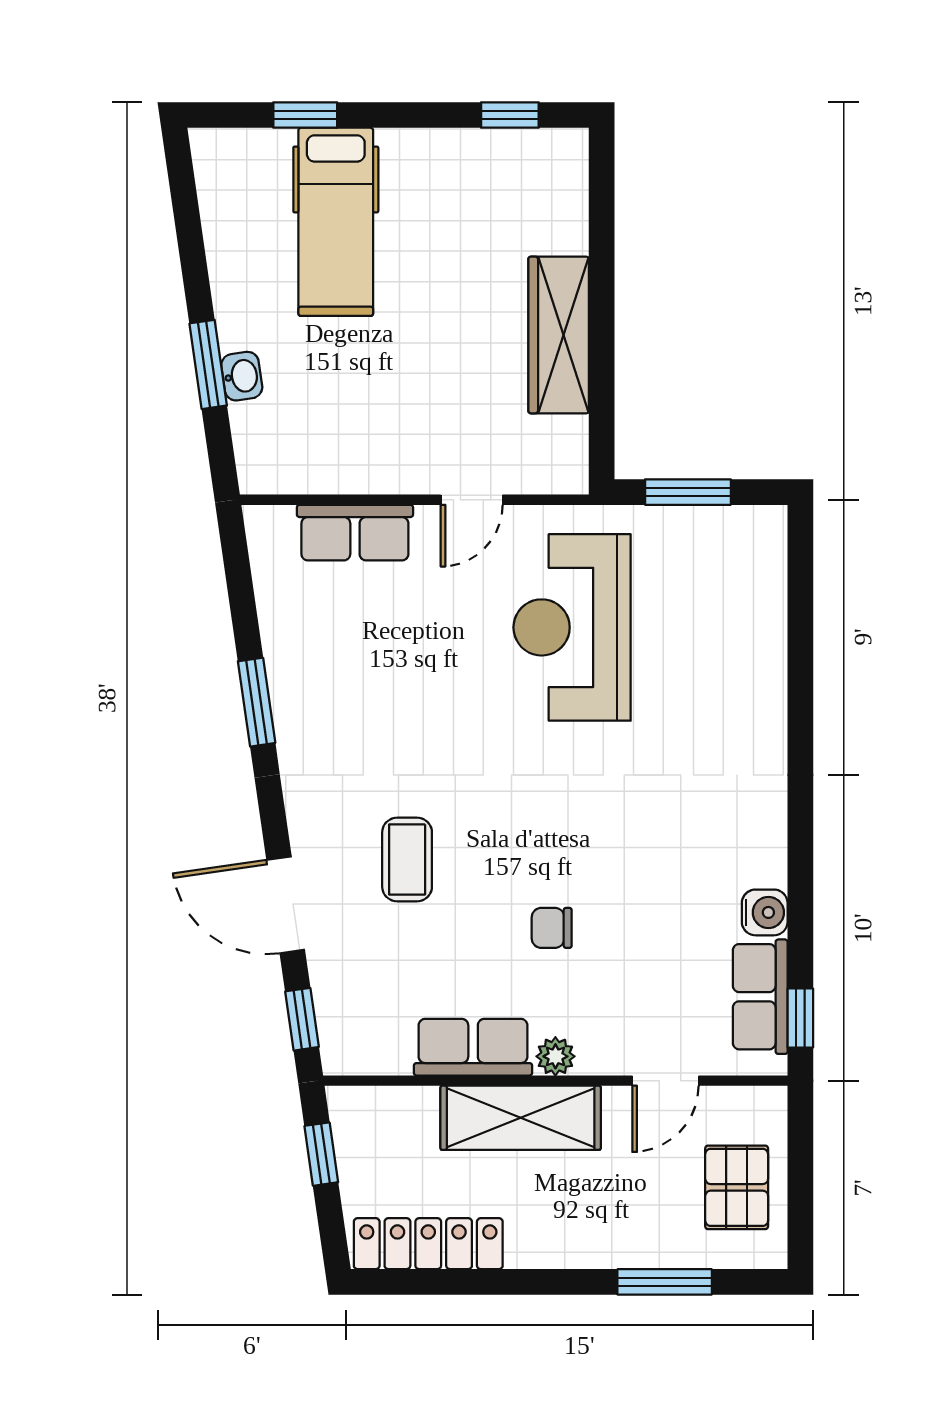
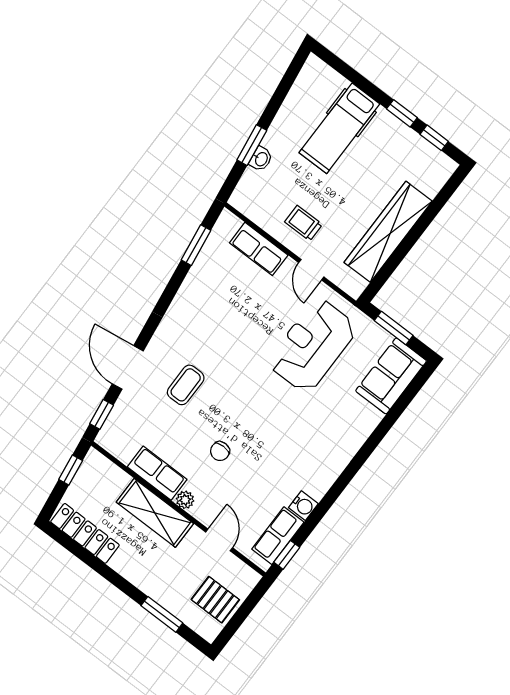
window: (305, 115) -> (402, 113), moved
wardrobe: (559, 335) -> (388, 232), width x1.40, depth x1.17
trolley: (398, 430) -> (303, 223), added
door: (472, 500) -> (311, 270), hinge flipped
sofa: (746, 577) -> (391, 376), added
window: (257, 702) -> (196, 245), moved
chair: (552, 928) -> (220, 451), turned -89
door: (665, 1081) -> (219, 540), swing flipped
pallet: (737, 1187) -> (215, 600), turned 90

